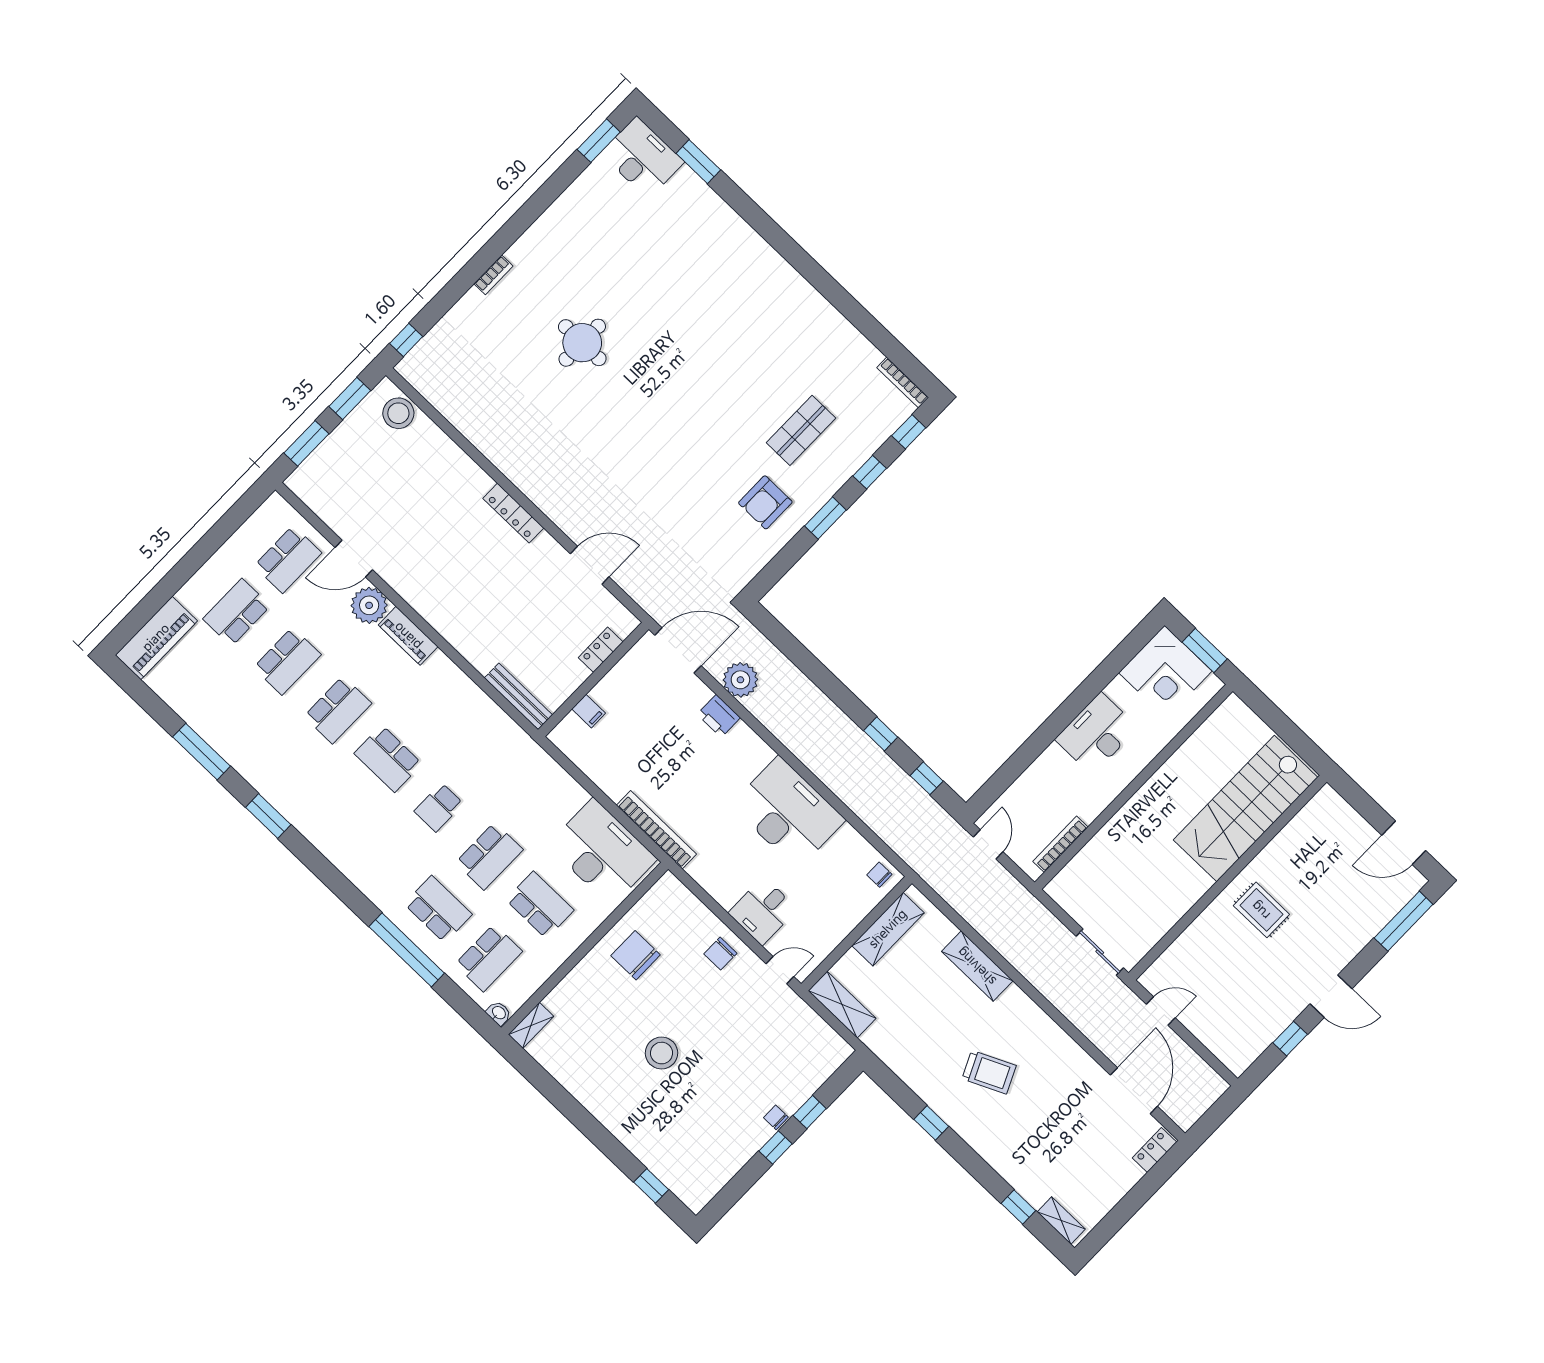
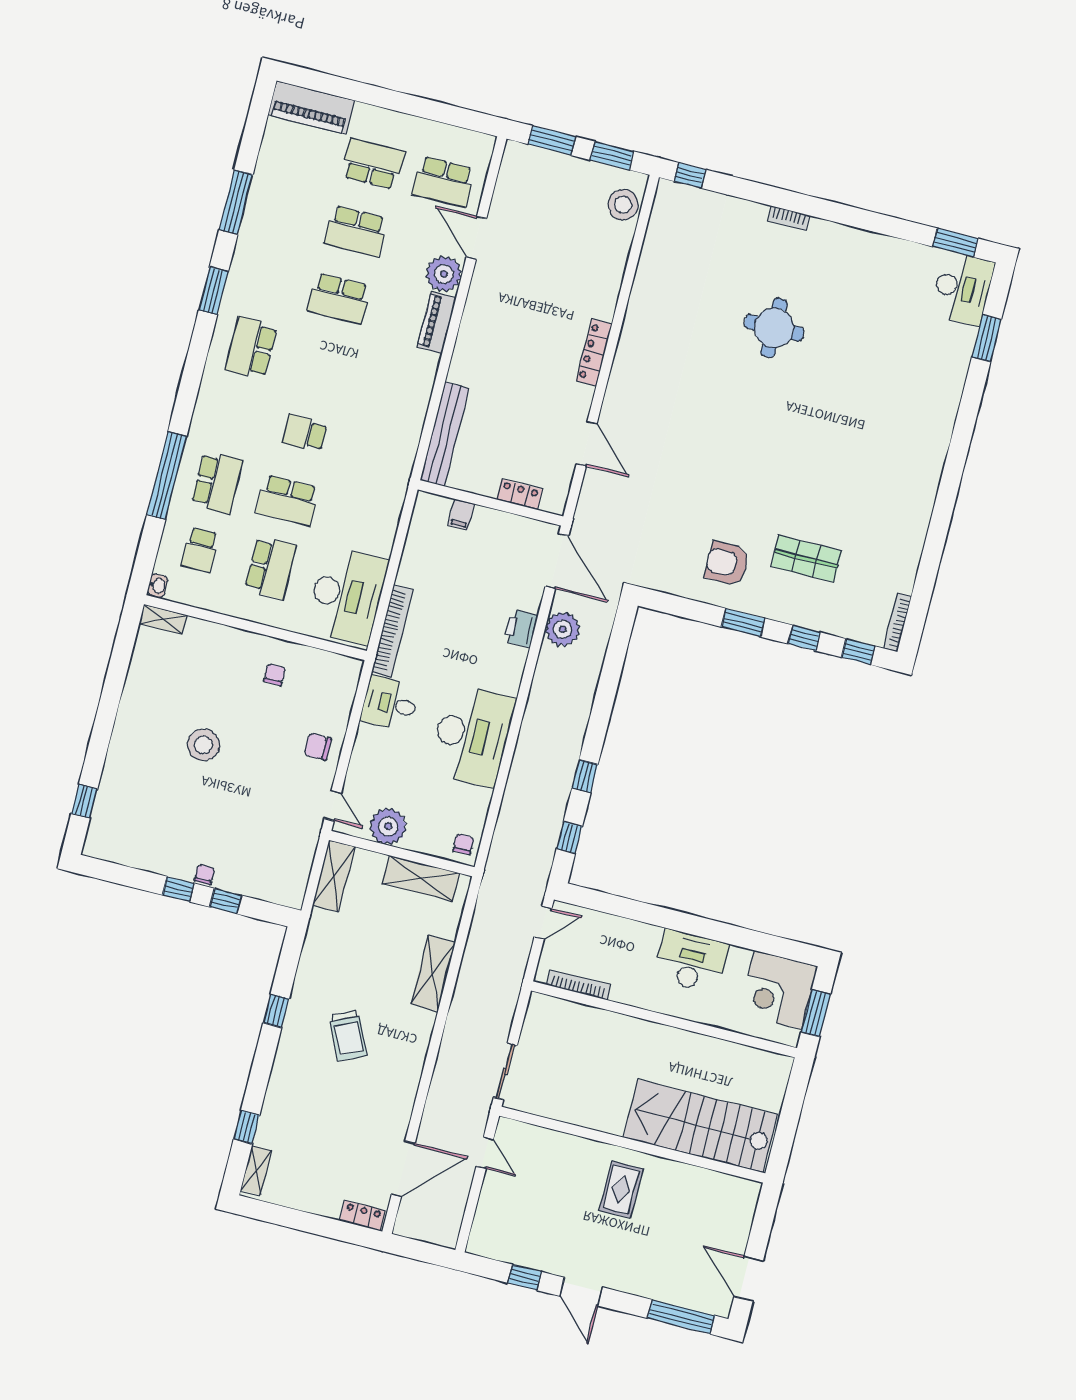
bench: (518, 696) -> (445, 434), width x1.37, depth x1.21
school desk: (388, 759) -> (251, 348), moved
desk: (763, 911) -> (390, 704), moved
plant: (826, 932) -> (388, 826), added
chair: (636, 955) -> (275, 675), width x0.54, depth x0.54
school desk: (489, 958) -> (200, 550), width x0.54

